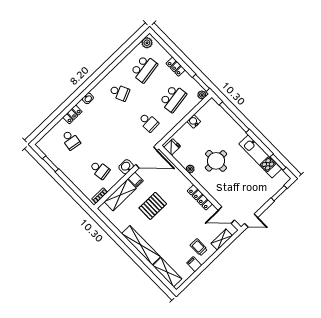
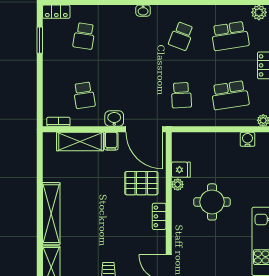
school desk: (120, 92) -> (181, 36), turned 45
locker: (72, 114) -> (56, 12), moved
water cooler: (194, 121) -> (248, 139), moved
fridge: (172, 147) -> (181, 170), moved
locker: (200, 197) -> (159, 216), width x0.66
pallet: (153, 206) -> (141, 183), moved

